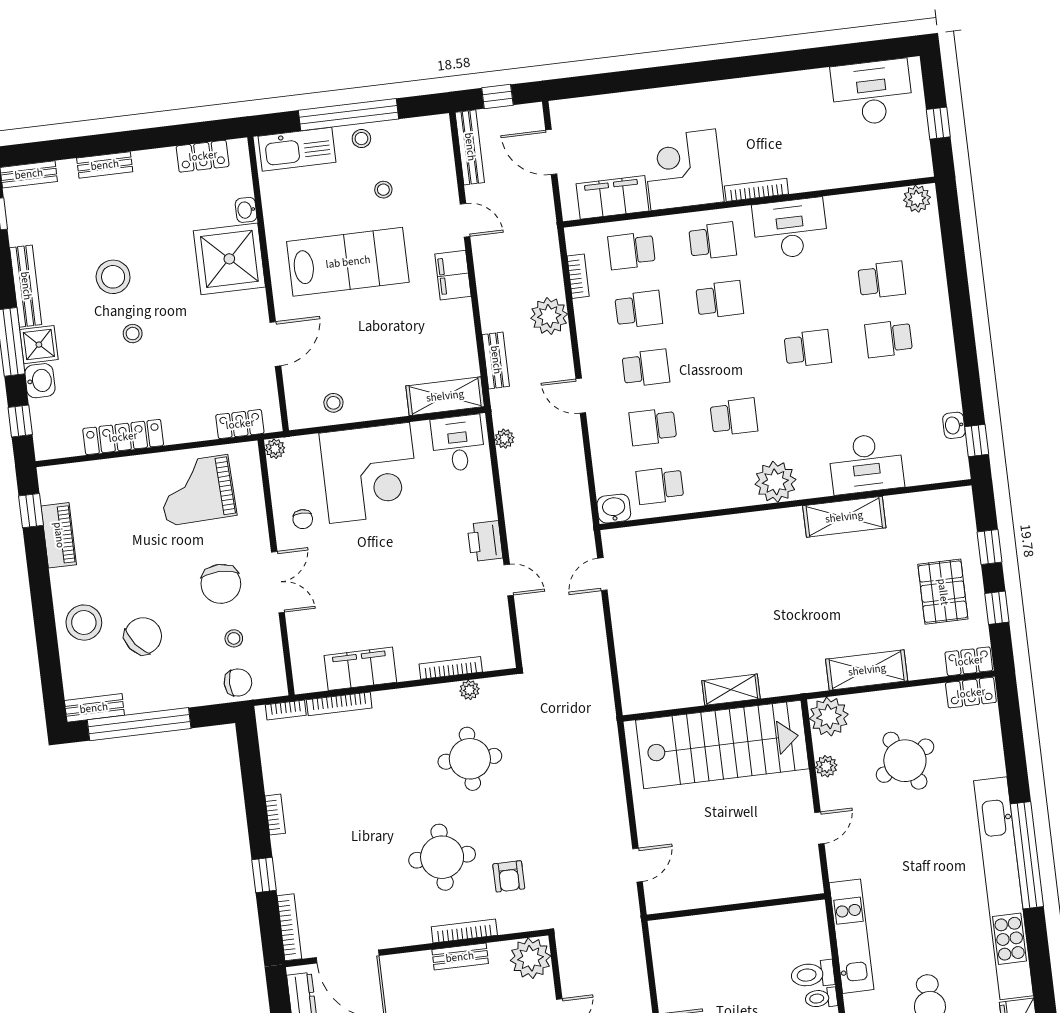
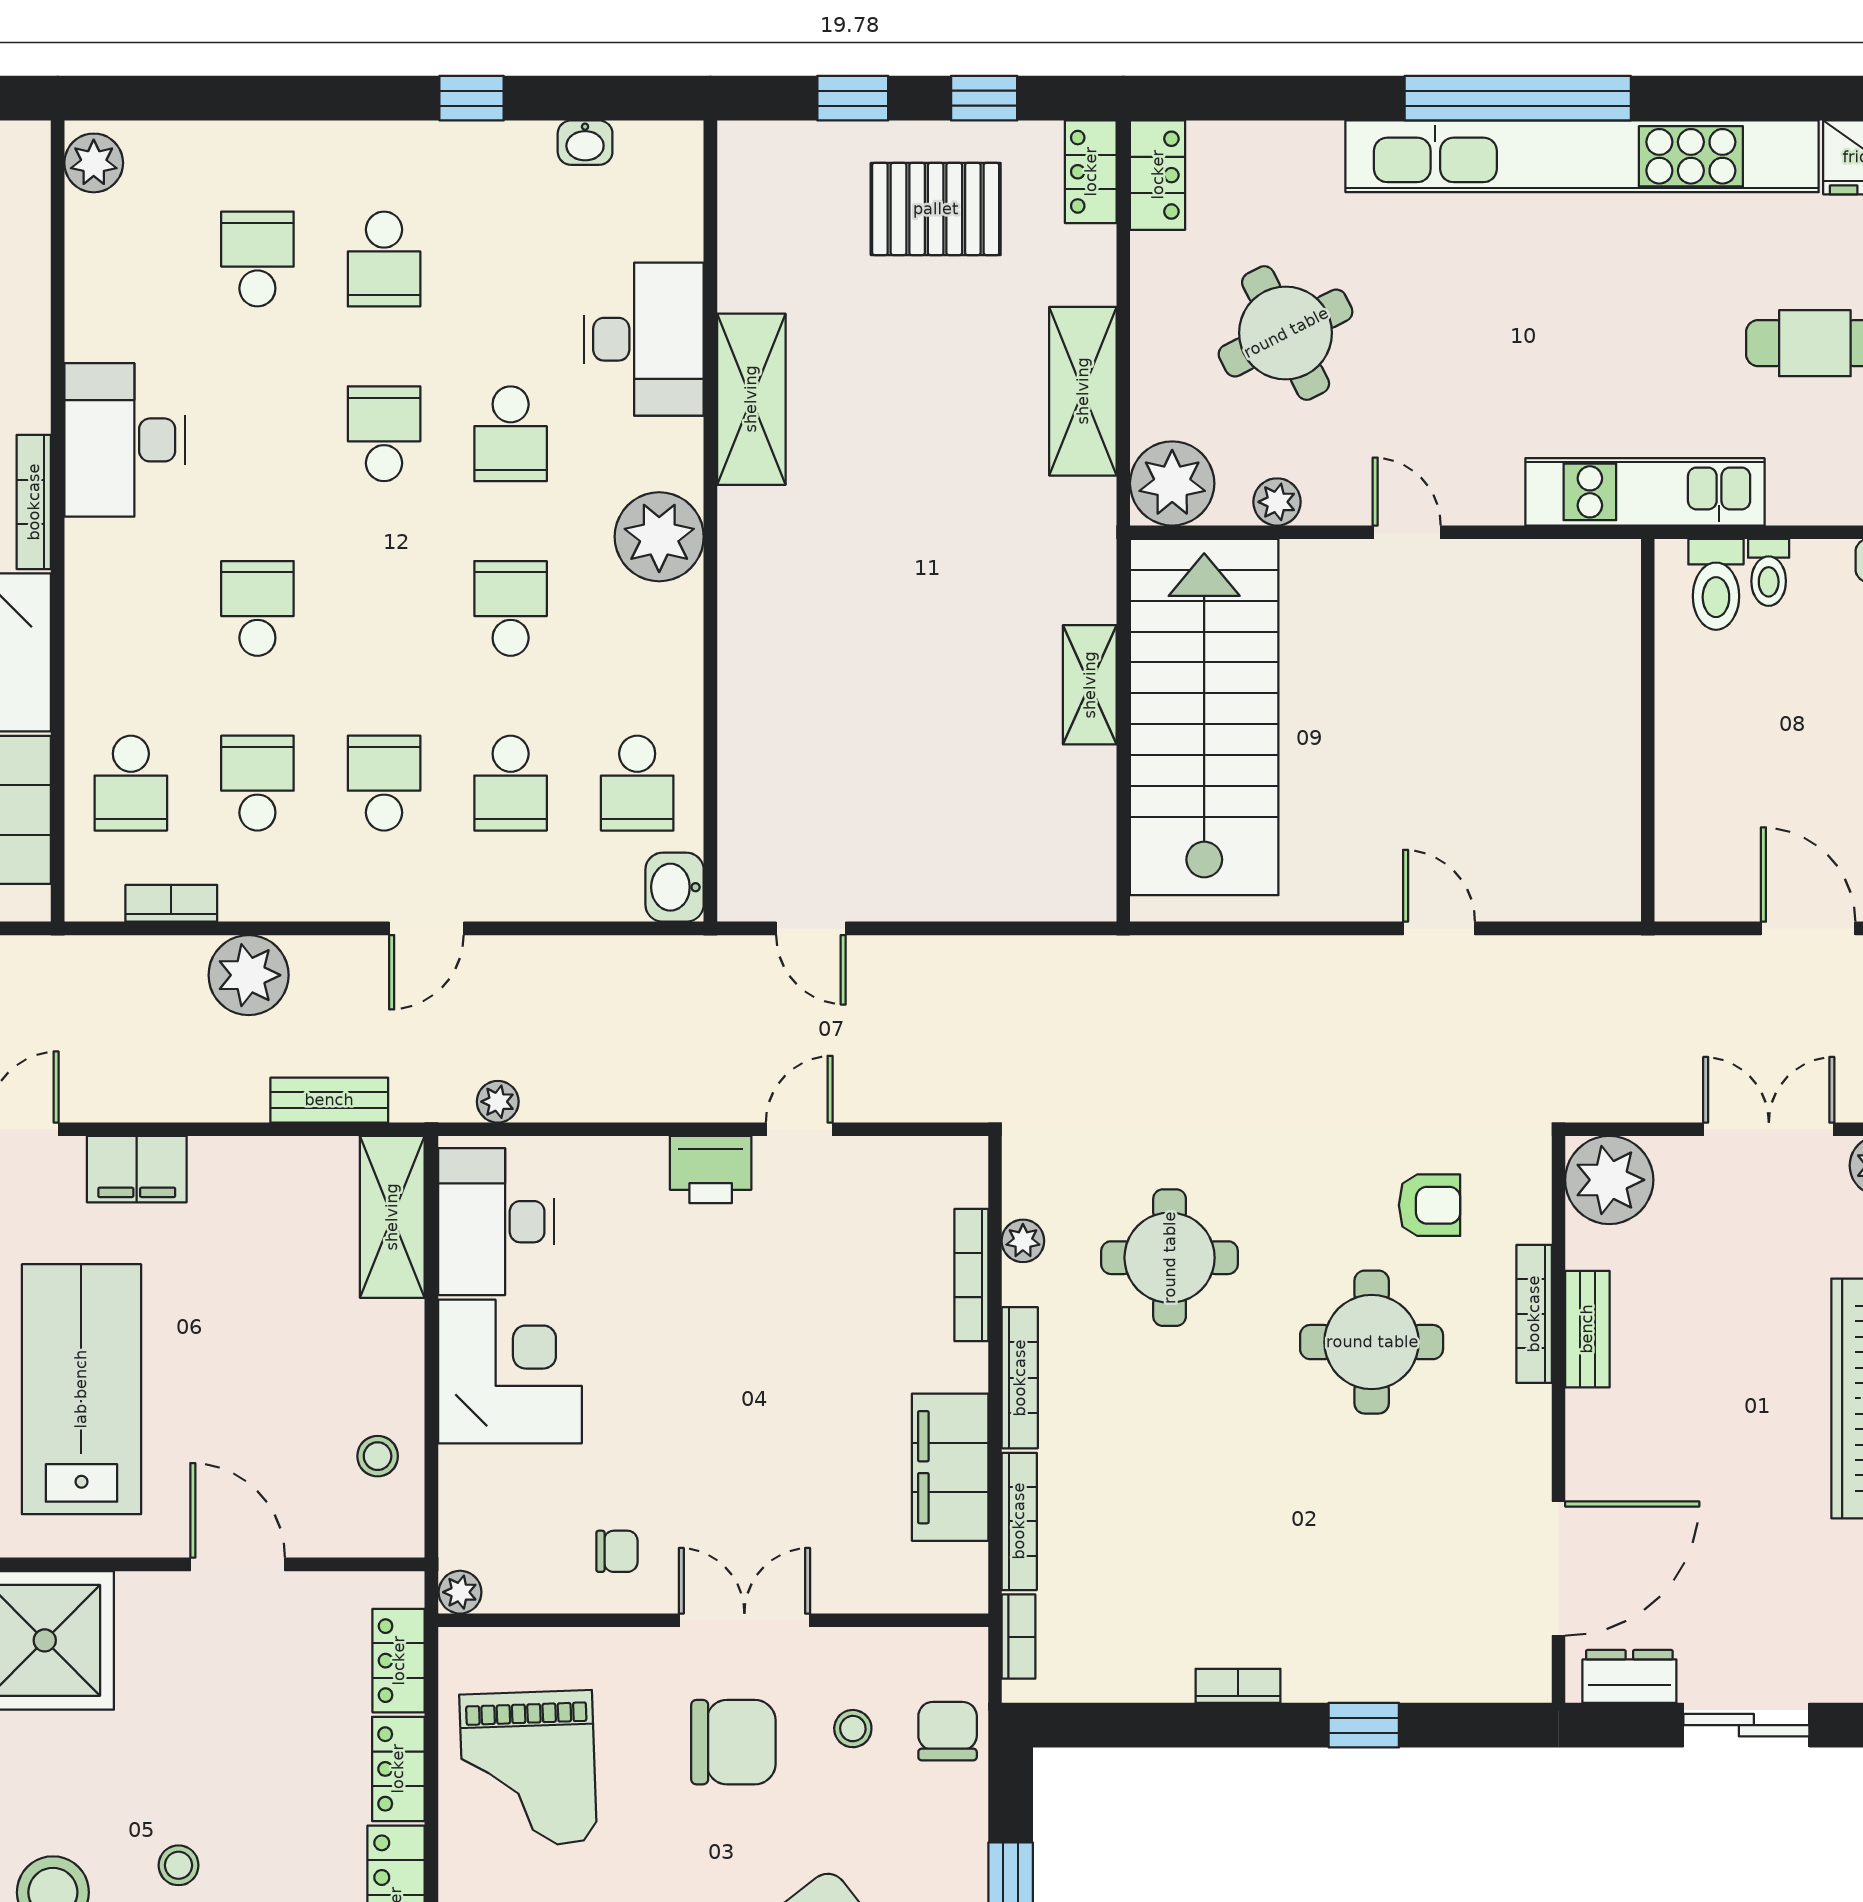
school desk: (713, 241) -> (511, 434), moved, turned 180
locker: (190, 430) -> (398, 1769), added
window: (977, 440) -> (472, 98), moved
desk: (458, 443) -> (496, 1222), width x1.37
corner desk: (370, 473) -> (510, 1371), width x0.74, depth x0.74
wall: (736, 907) -> (1648, 730), moved
bookcase: (289, 927) -> (1020, 1378), moved, turned 90

